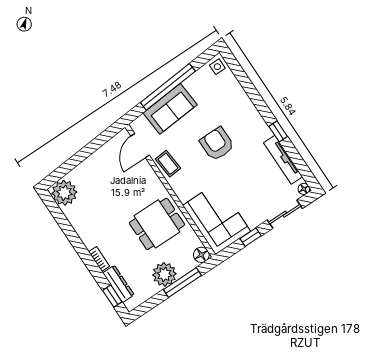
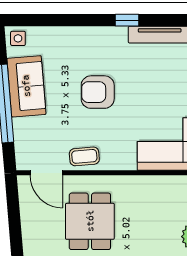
sofa: (170, 109) -> (26, 86), moved
dining table: (157, 224) -> (90, 221), moved

